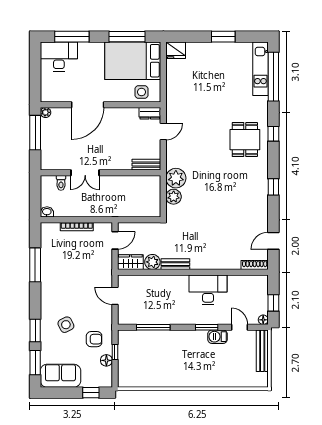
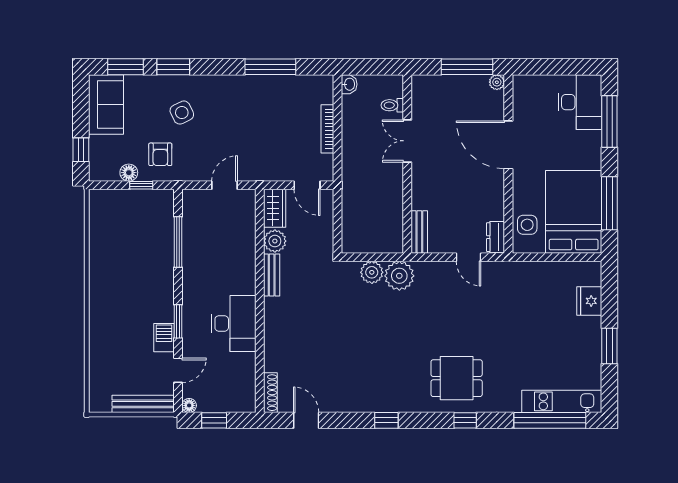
fridge: (176, 50) -> (589, 301), moved

